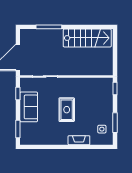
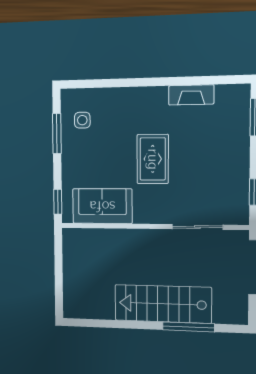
stairs: (87, 38) -> (163, 304), moved
sofa: (29, 107) -> (102, 206), moved, turned 90
fireplace: (79, 140) -> (191, 95), moved

